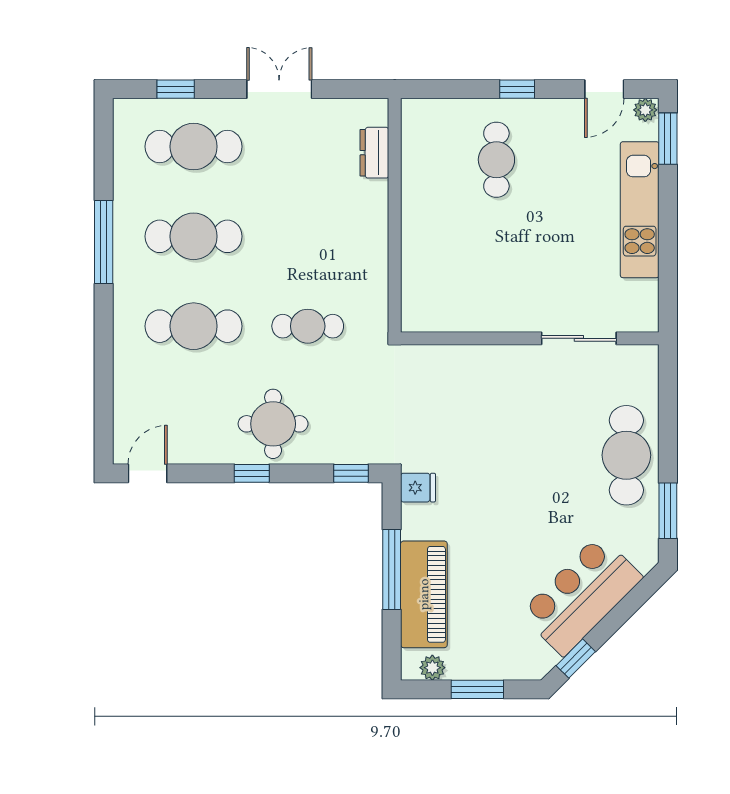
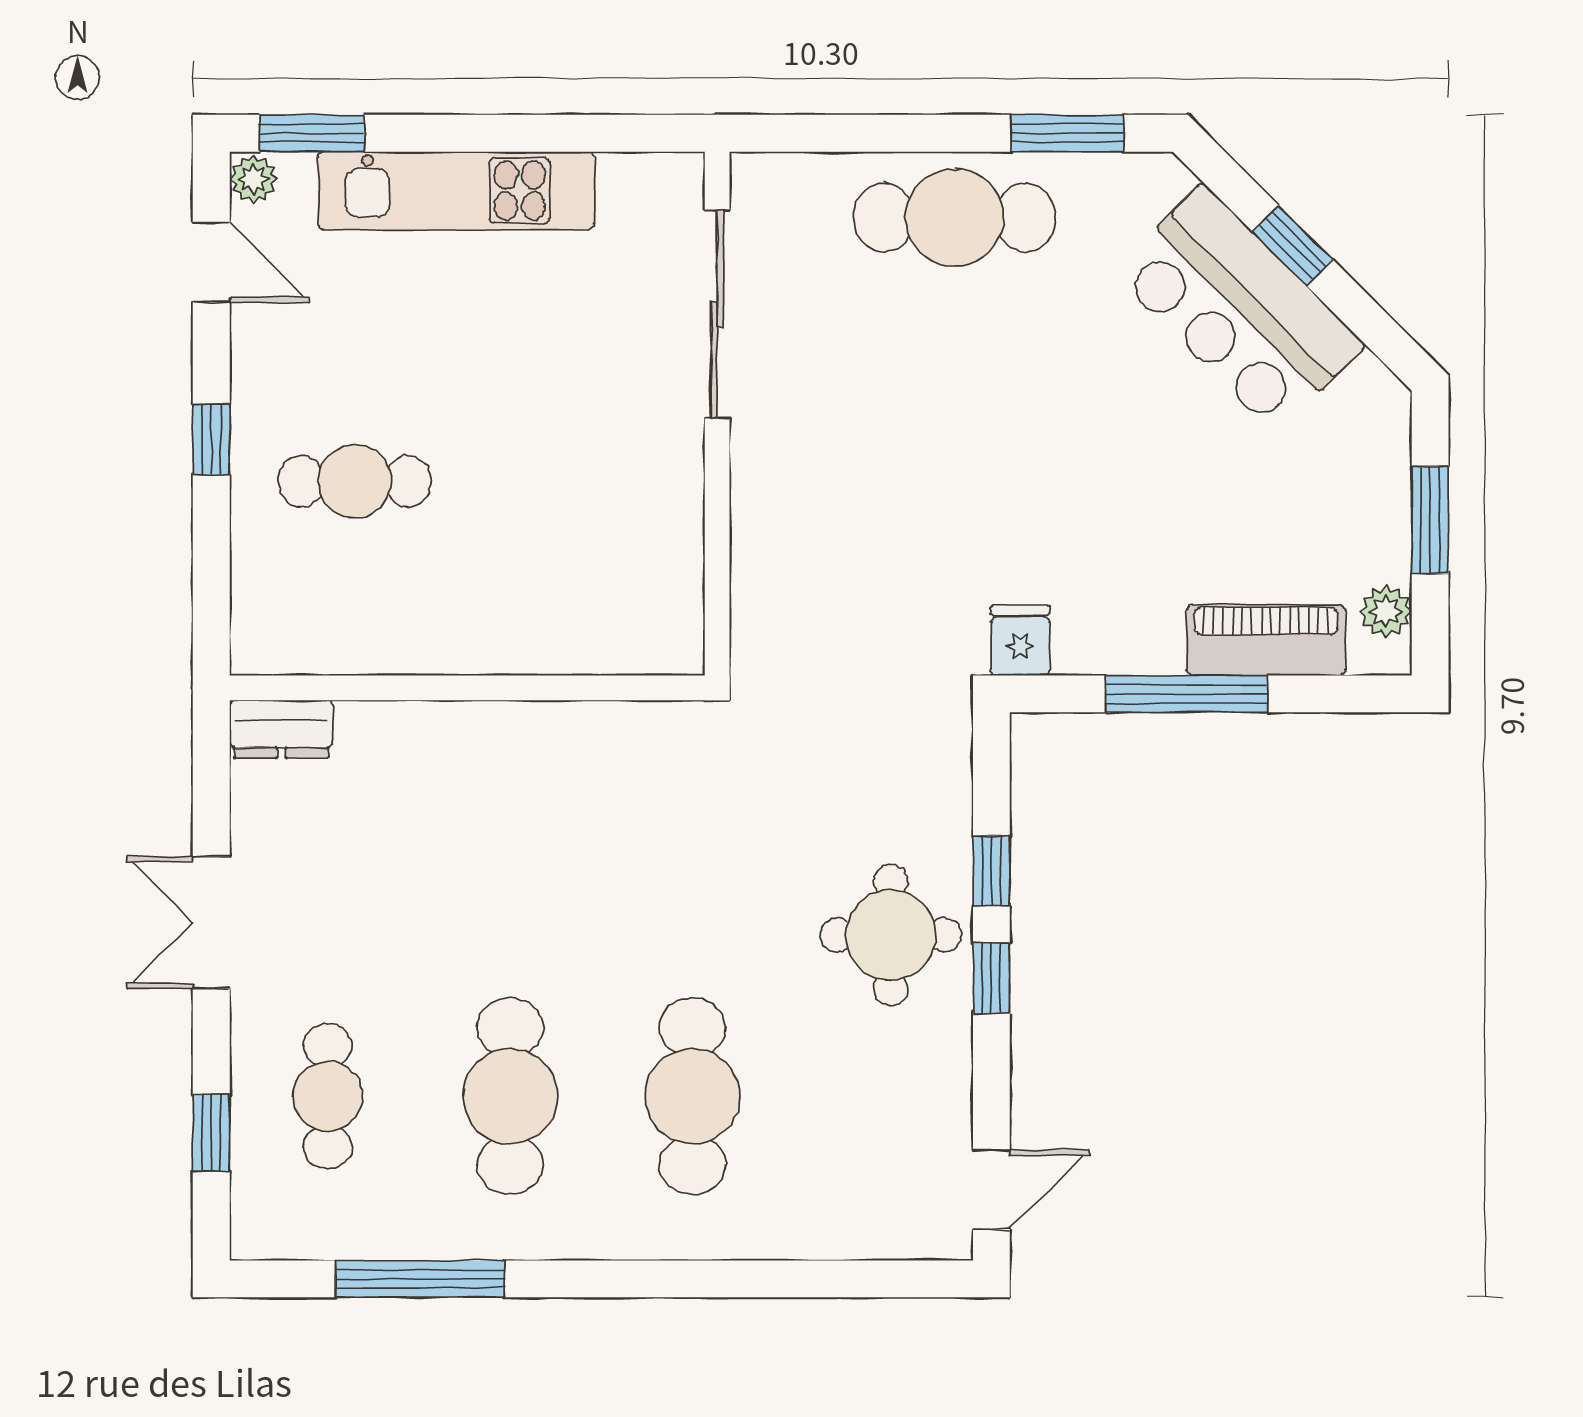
cafe table: (194, 147) -> (328, 1096), width x0.73, depth x0.74
dresser: (374, 153) -> (281, 729), moved
window: (104, 242) -> (420, 1279), moved
cafe table: (308, 326) -> (692, 864), removed
sliding door: (579, 338) -> (717, 314), width x1.37
door: (148, 473) -> (991, 1189), swing flipped
window: (351, 473) -> (991, 871), moved
piano: (424, 594) -> (1266, 640), width x0.73, depth x0.75
window: (576, 659) -> (1293, 246), moved

